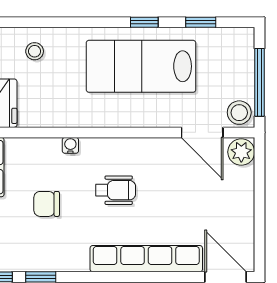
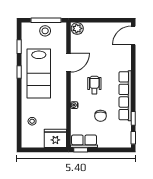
stool: (239, 113) -> (45, 31), moved
door: (202, 132) -> (68, 63), moved
row of seats: (146, 259) -> (125, 96), moved

